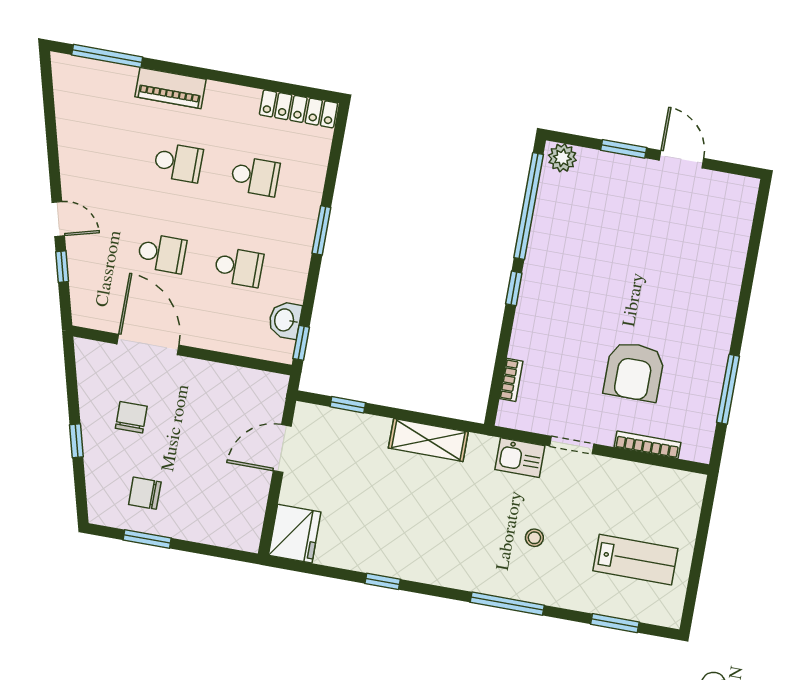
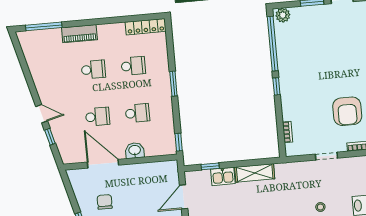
washbasin: (285, 320) -> (135, 150), moved, turned 90
kitchen sink: (520, 458) -> (223, 176), moved

